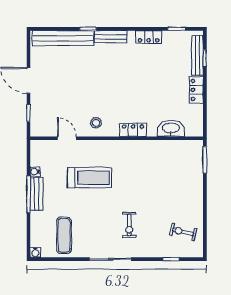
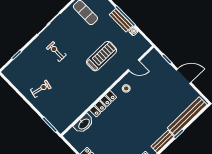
locker: (133, 130) -> (103, 104), width x1.53
treadmill: (90, 178) -> (102, 56), turned 180
exercise bike: (183, 232) -> (41, 89), moved

